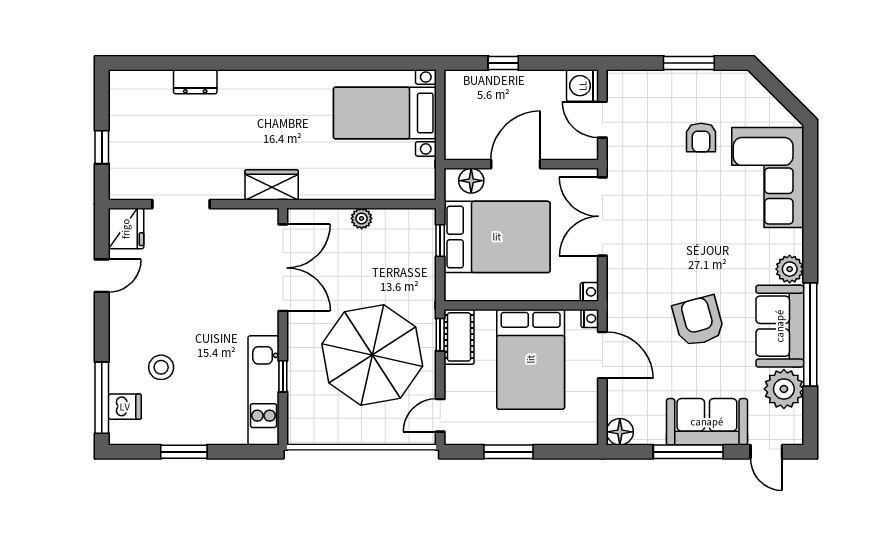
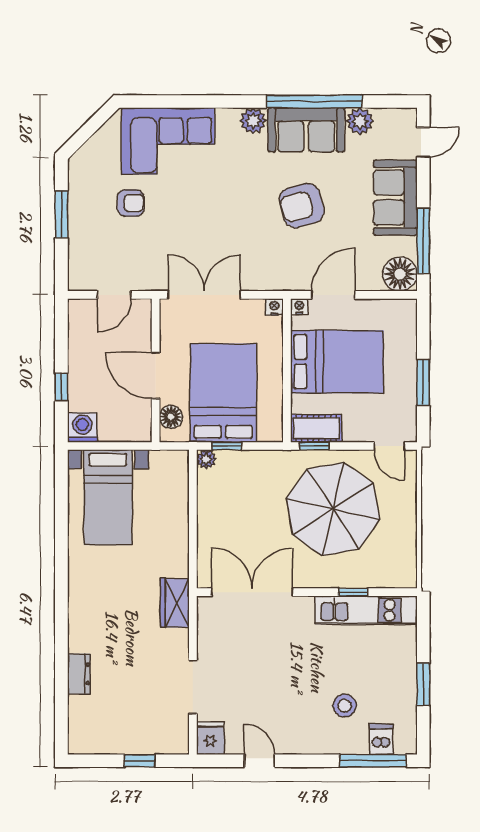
washing machine: (583, 86) -> (82, 427), moved, turned 180
double door: (602, 216) -> (204, 295), swing flipped
plant: (362, 218) -> (206, 459), moved
fridge: (126, 229) -> (210, 738), width x0.72
plant: (784, 389) -> (360, 121), width x0.73, depth x0.73
floor lamp: (620, 432) -> (400, 274), width x1.38, depth x1.38
window: (688, 452) -> (423, 241), moved

